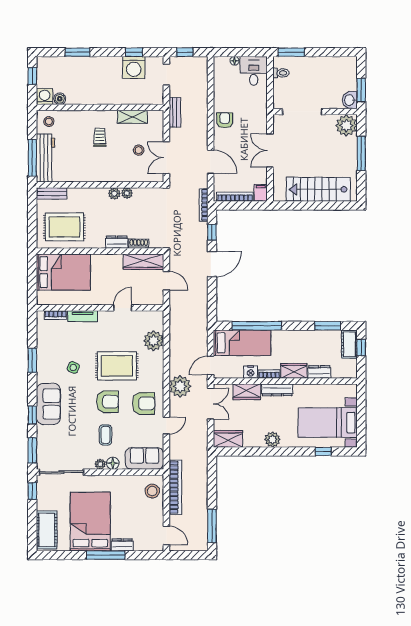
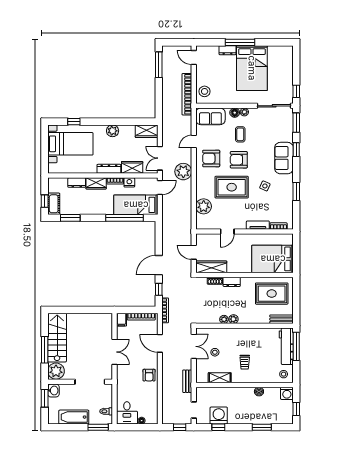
bathtub: (323, 65) -> (74, 417), added
boiler: (60, 99) -> (259, 392), moved
stairs: (318, 189) -> (57, 338), moved, turned -90
cot: (47, 530) -> (285, 62), removed

